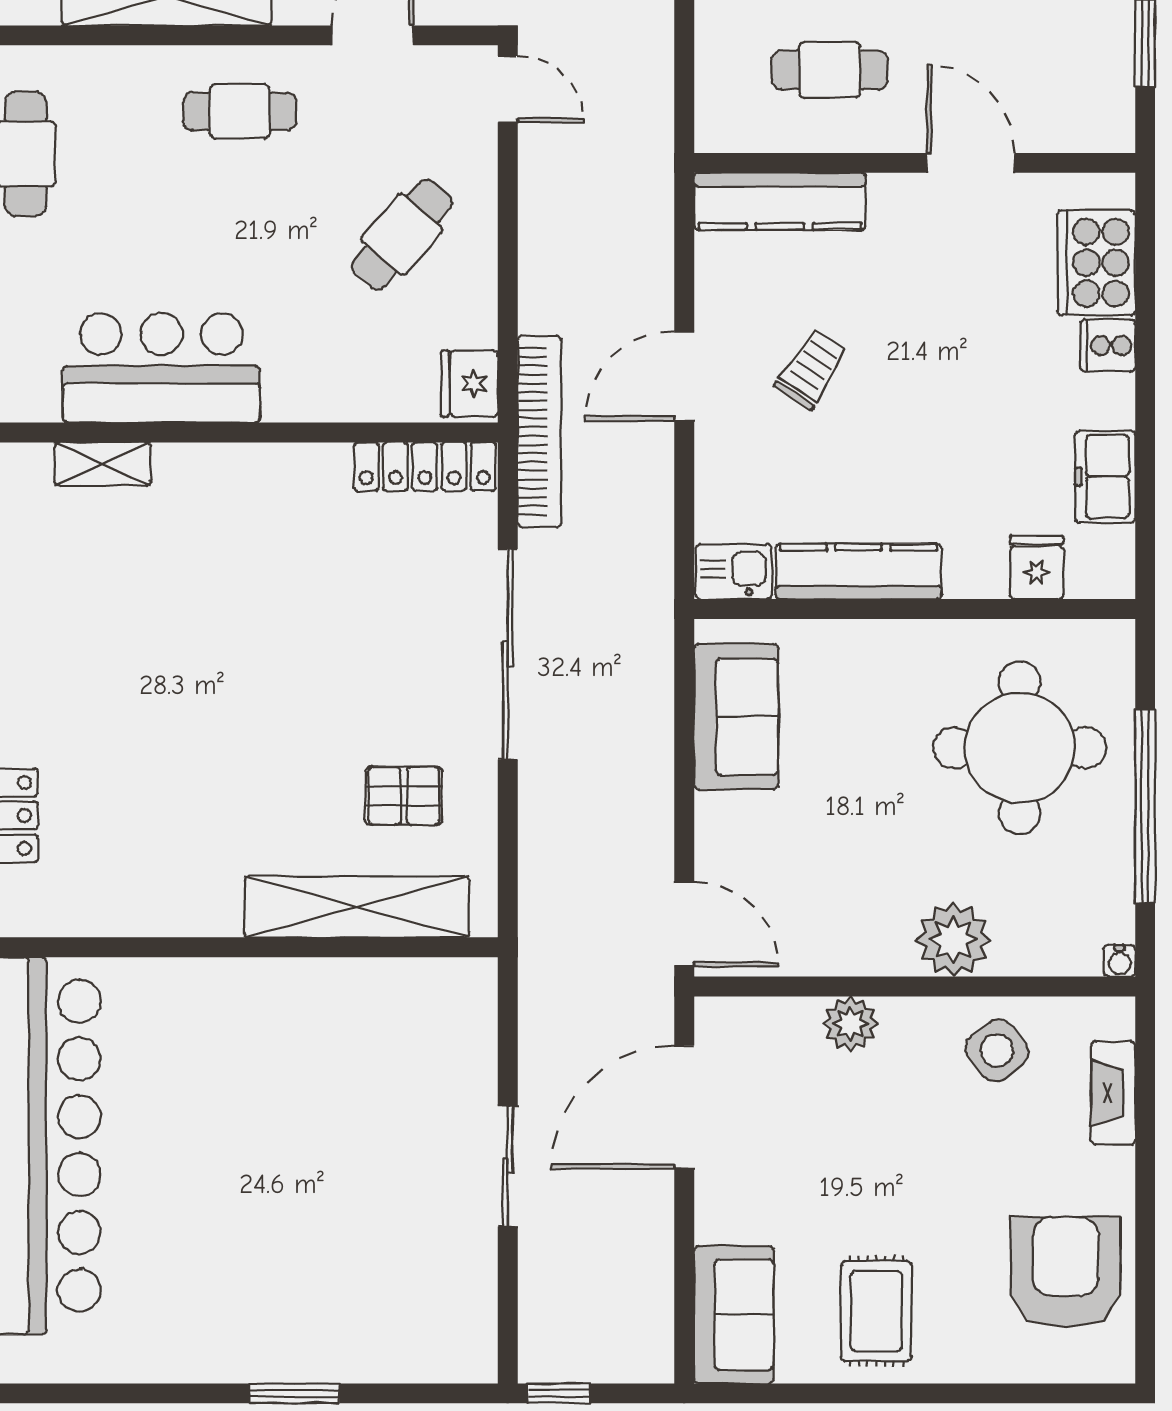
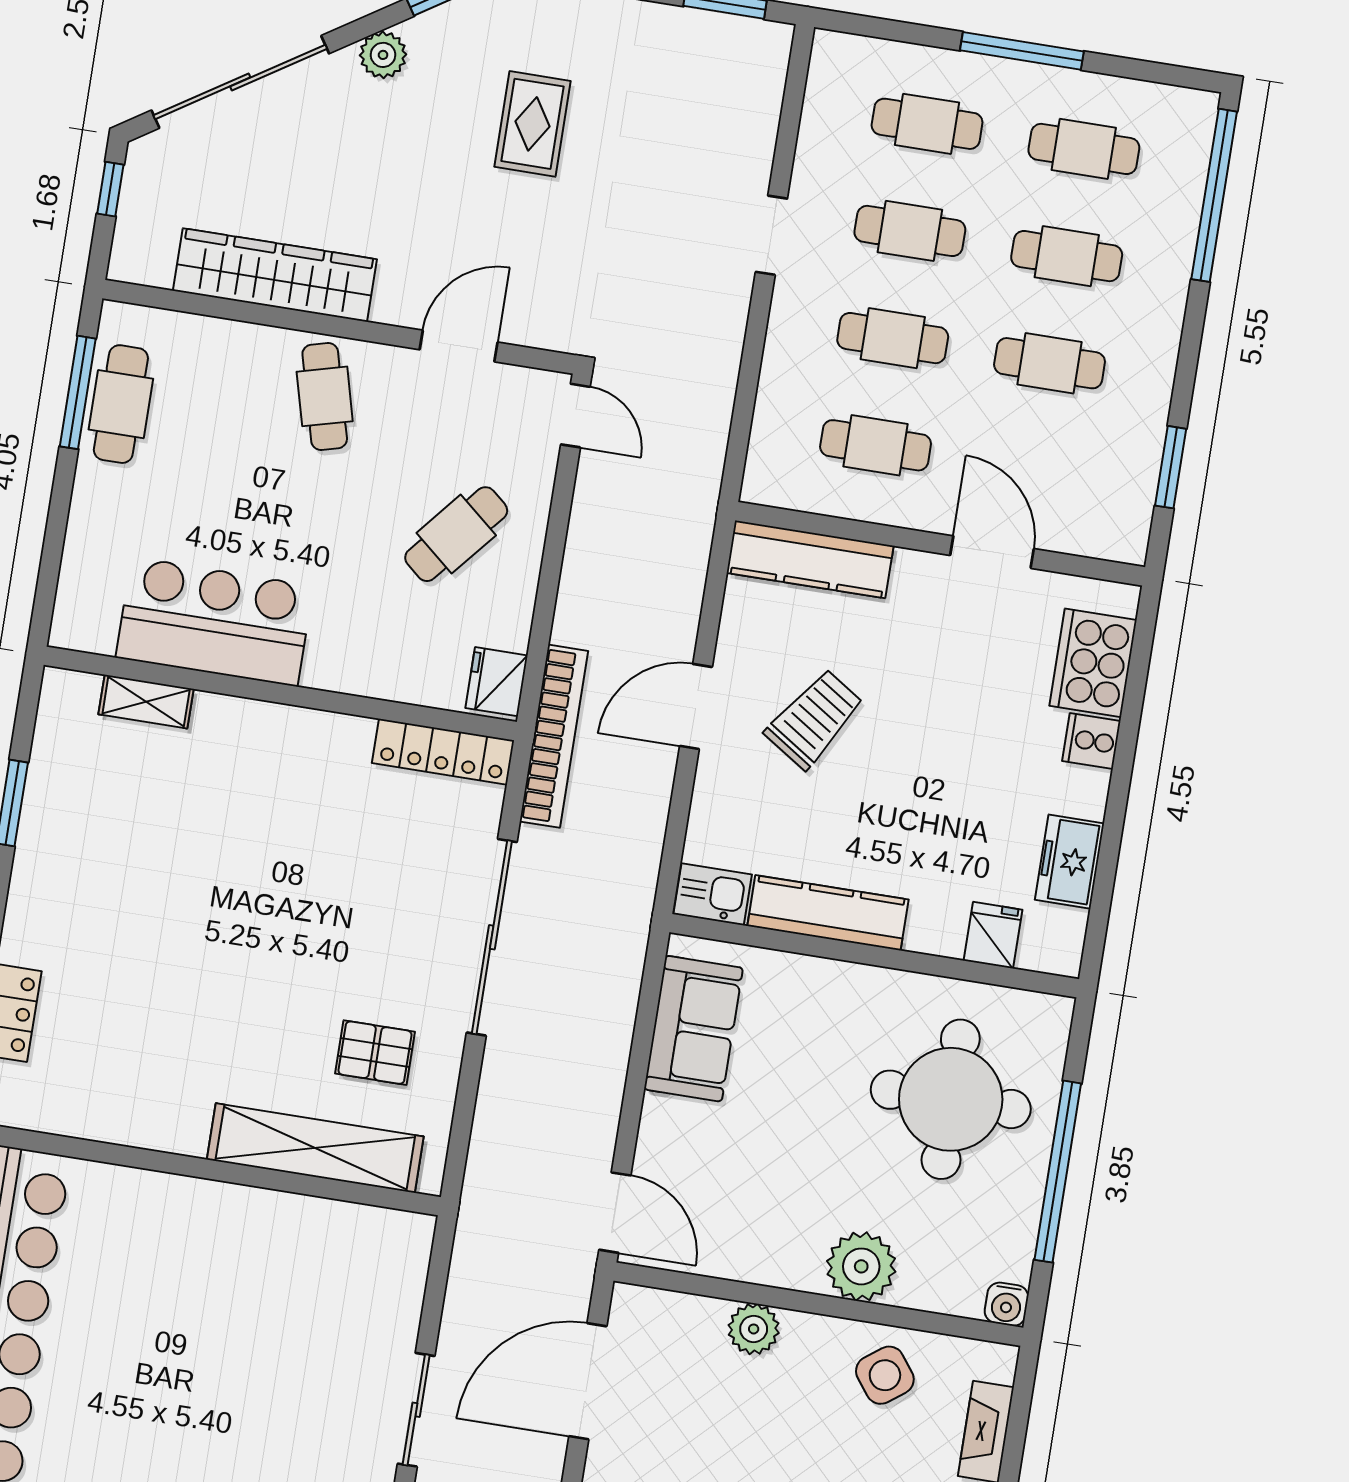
cafe table: (240, 111) -> (325, 396), turned 75
trolley: (811, 369) -> (814, 719), width x1.36, depth x1.39
water cooler: (1119, 961) -> (1006, 1304), width x1.38, depth x1.38

